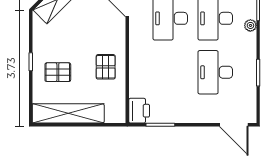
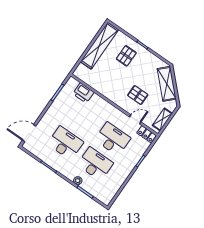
pallet: (106, 67) -> (138, 95), moved
printer: (139, 111) -> (83, 93), moved

